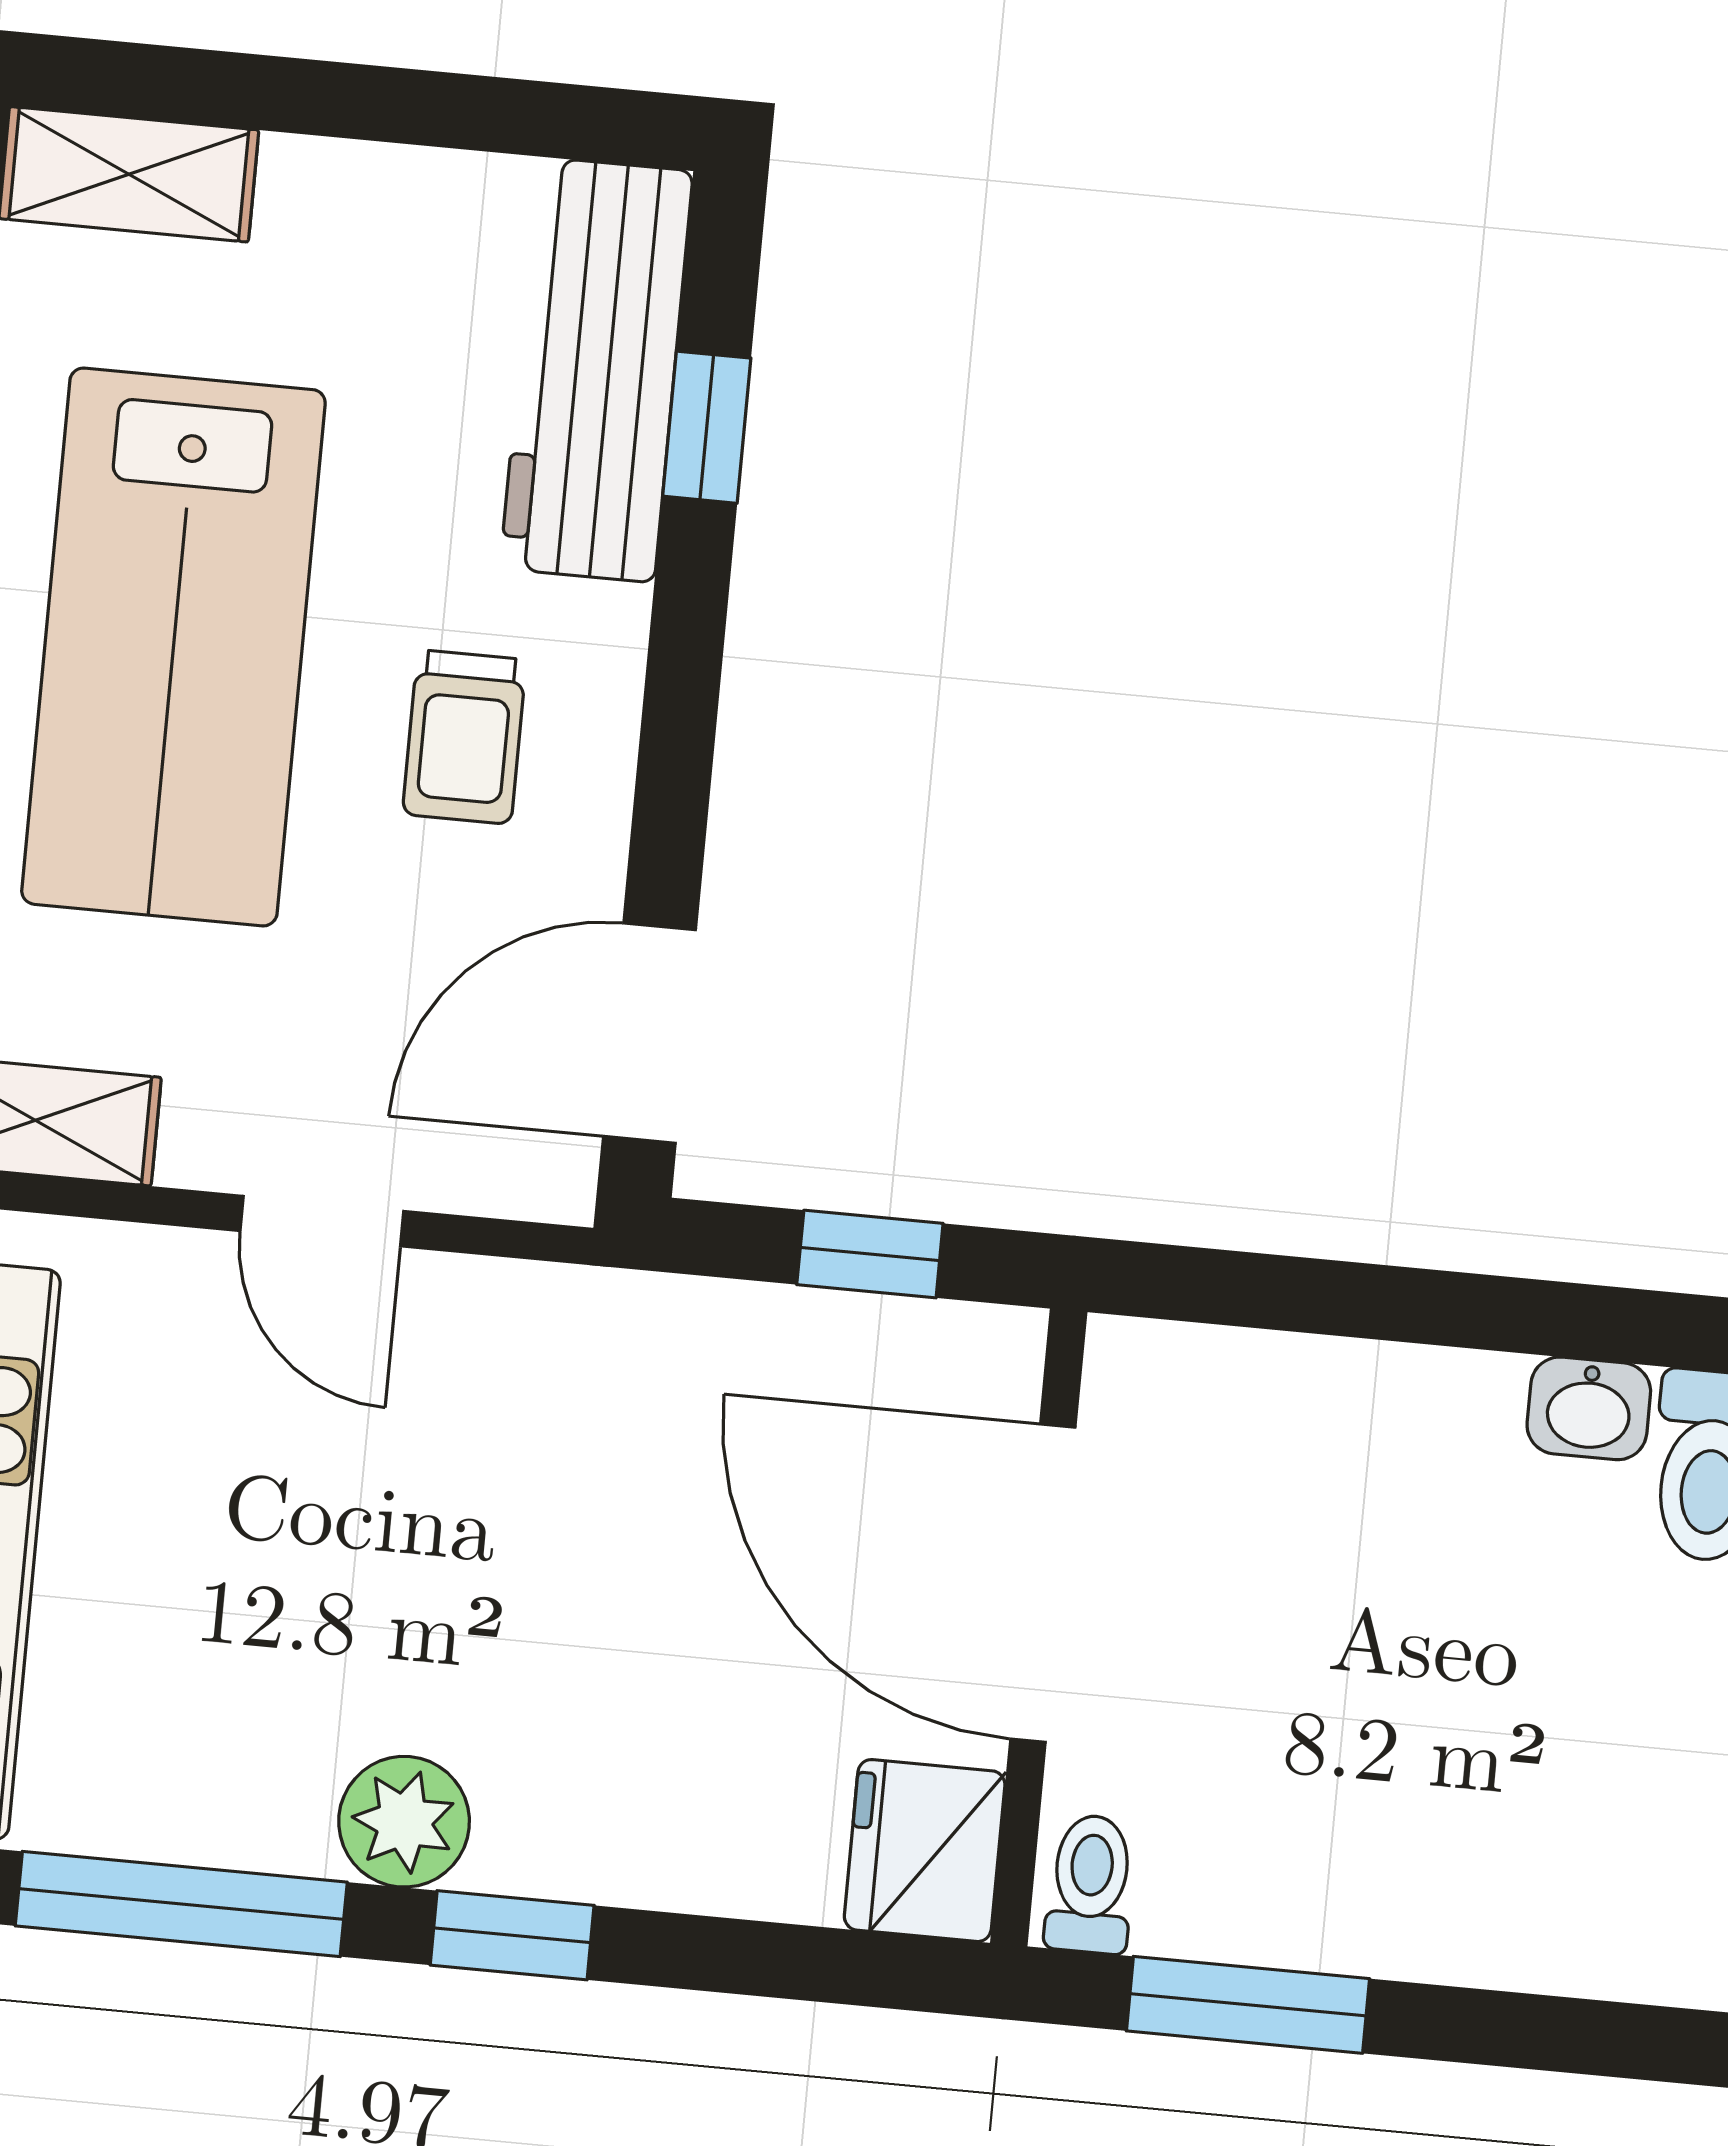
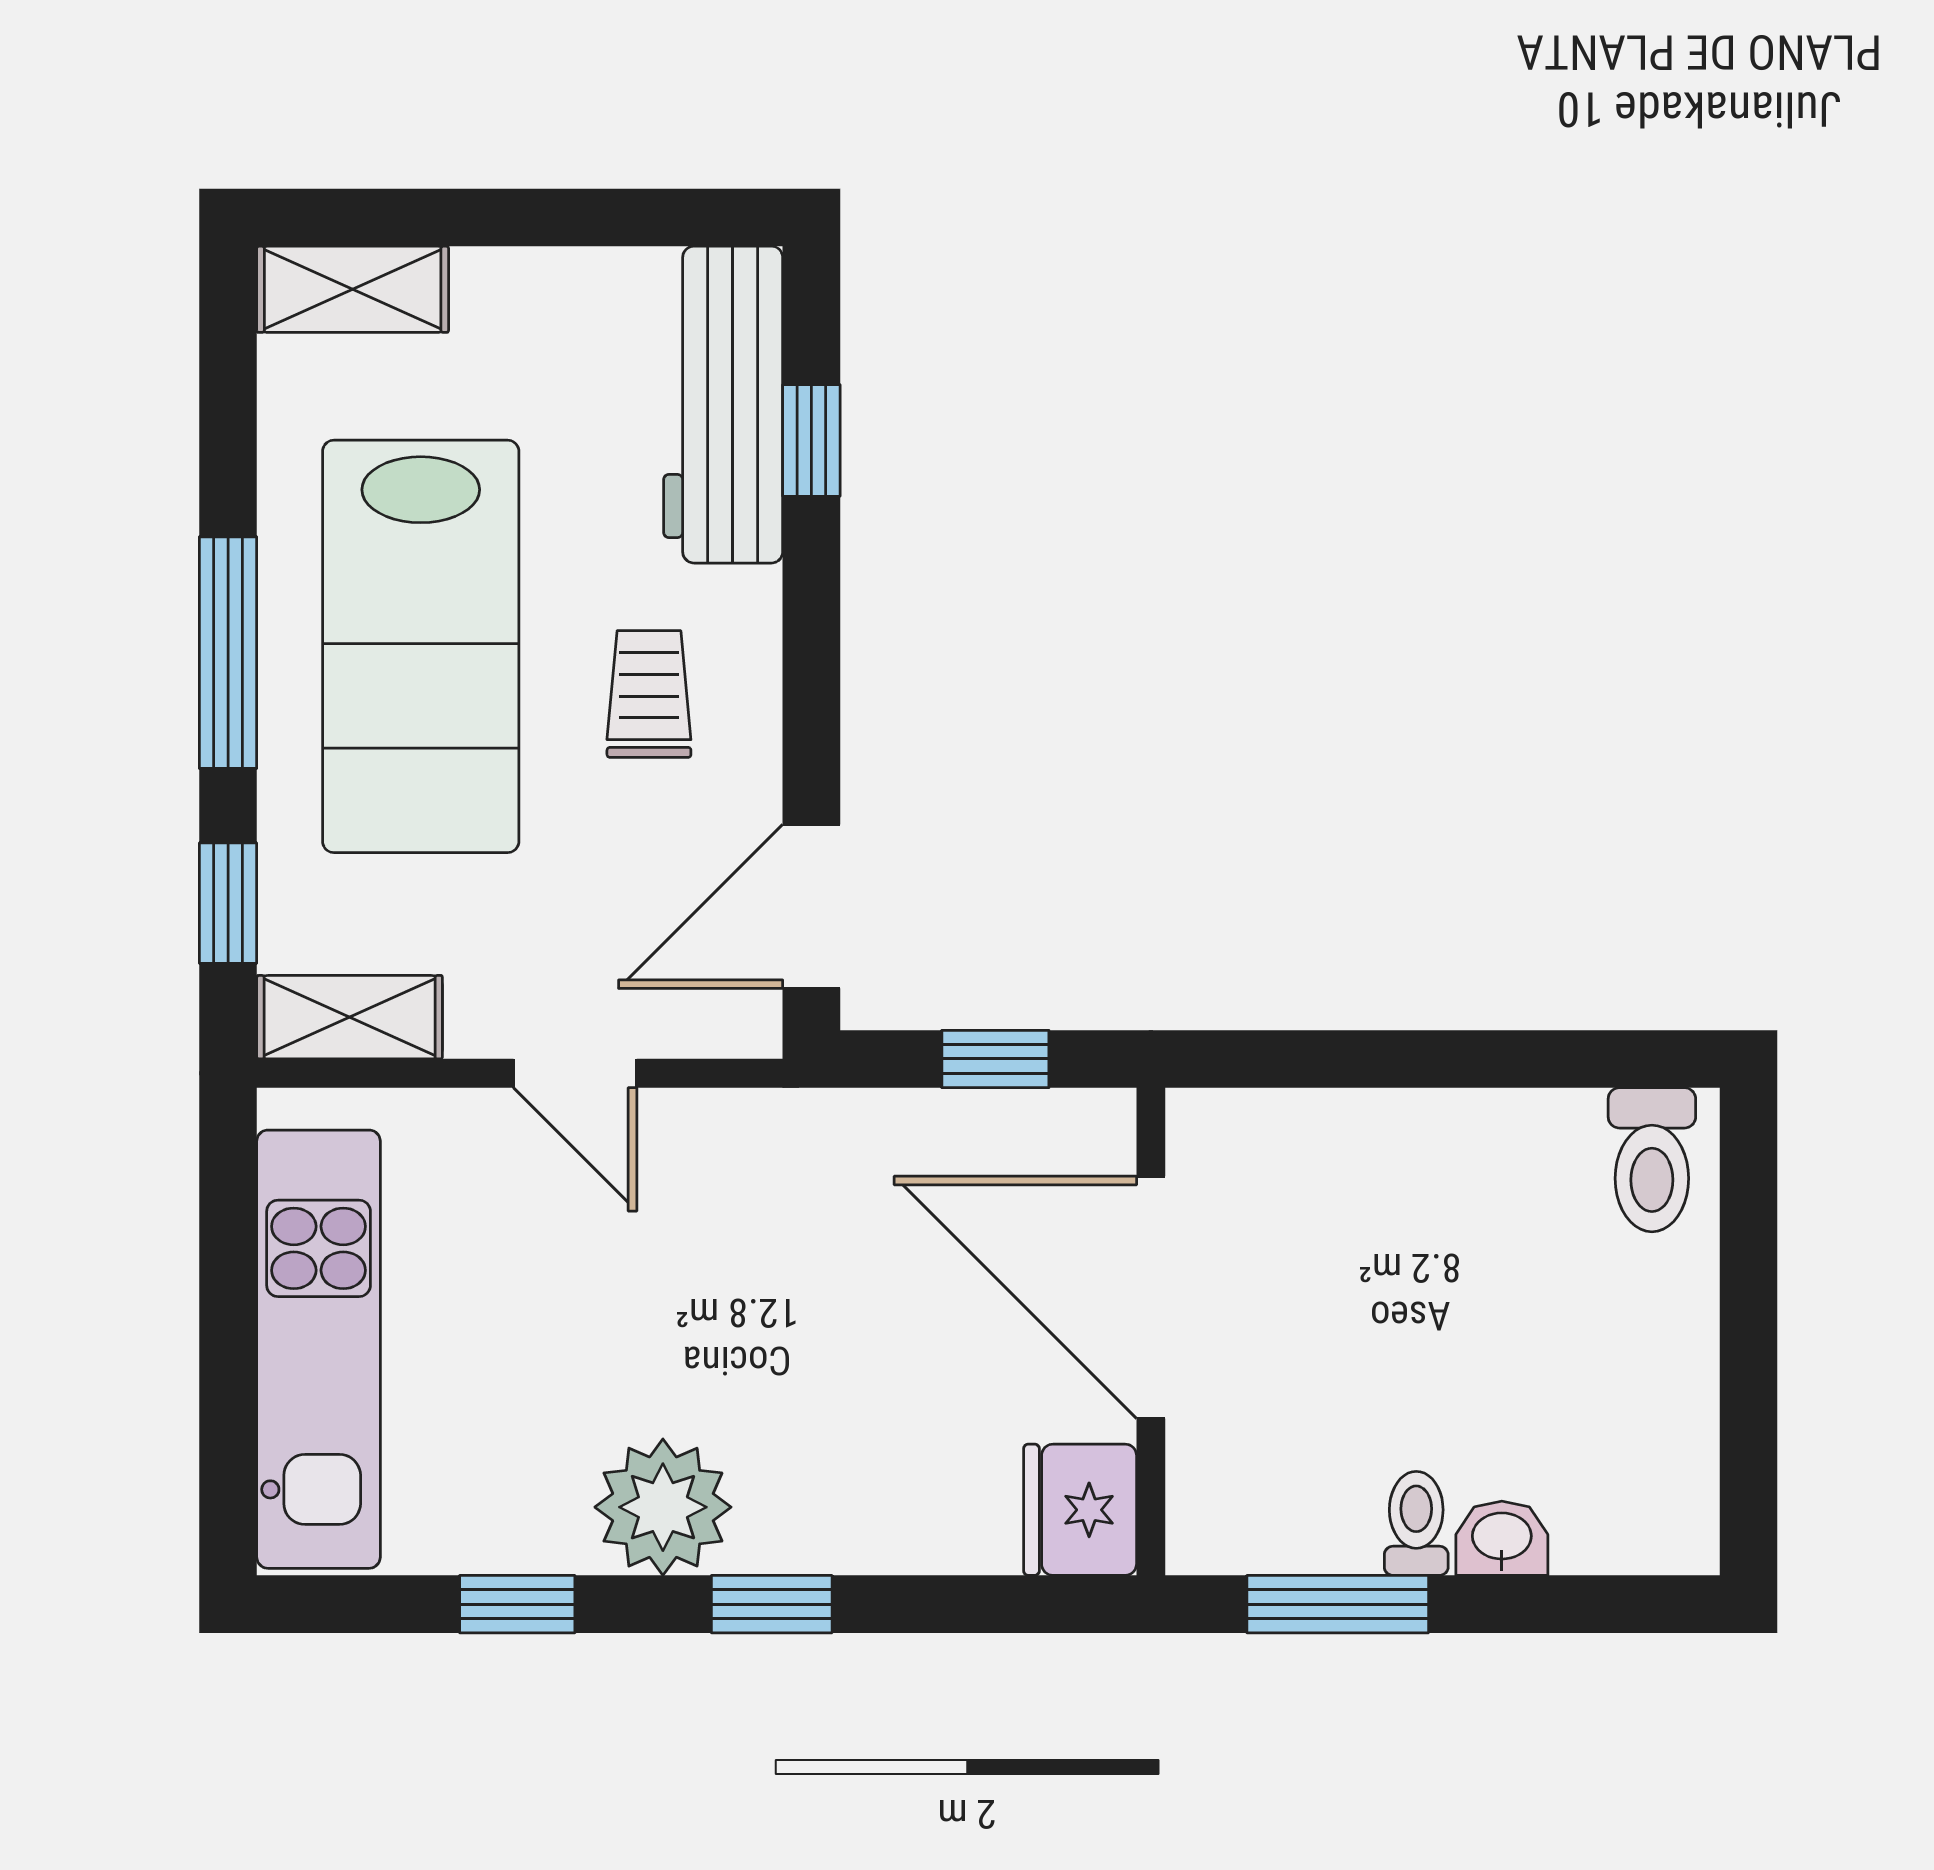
trolley: (464, 737) -> (649, 694), turned 180
washbasin: (1589, 1408) -> (1502, 1538), moved, turned 180
plant: (404, 1822) -> (663, 1507), width x1.36, depth x1.36
toilet: (1090, 1884) -> (1416, 1523), moved
window: (181, 1904) -> (517, 1604), width x0.46

